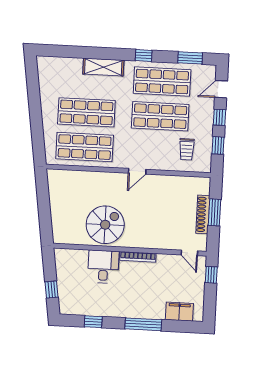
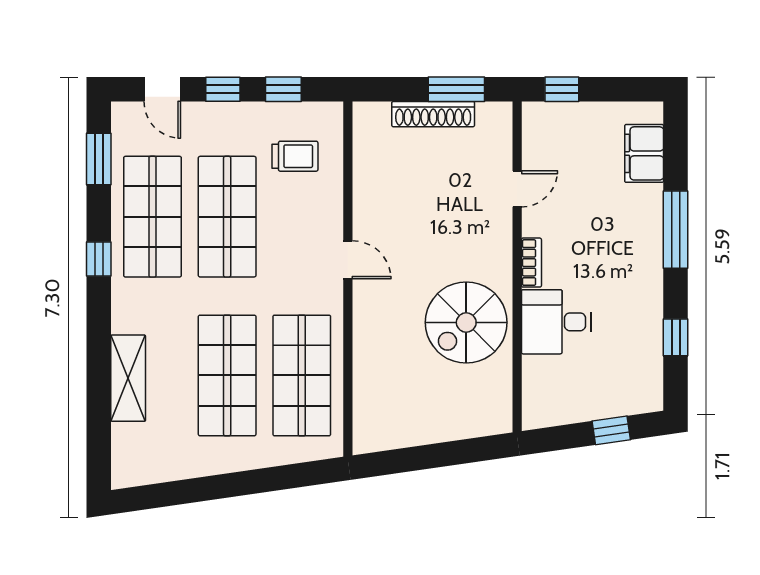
shelving: (103, 67) -> (128, 378), moved
window: (215, 212) -> (456, 89), moved
spiral stairs: (105, 225) -> (466, 322), turned -90
door: (189, 253) -> (517, 189), moved
bookcase: (138, 257) -> (531, 263), width x0.64

